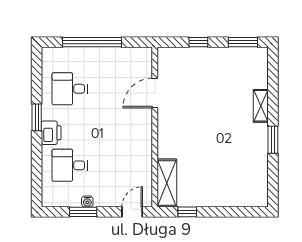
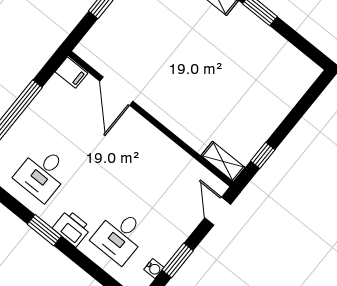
filing cabinet: (144, 57) -> (71, 72), added
shelving: (167, 183) -> (223, 161), width x0.67, depth x0.75
water cooler: (87, 201) -> (154, 269), moved

